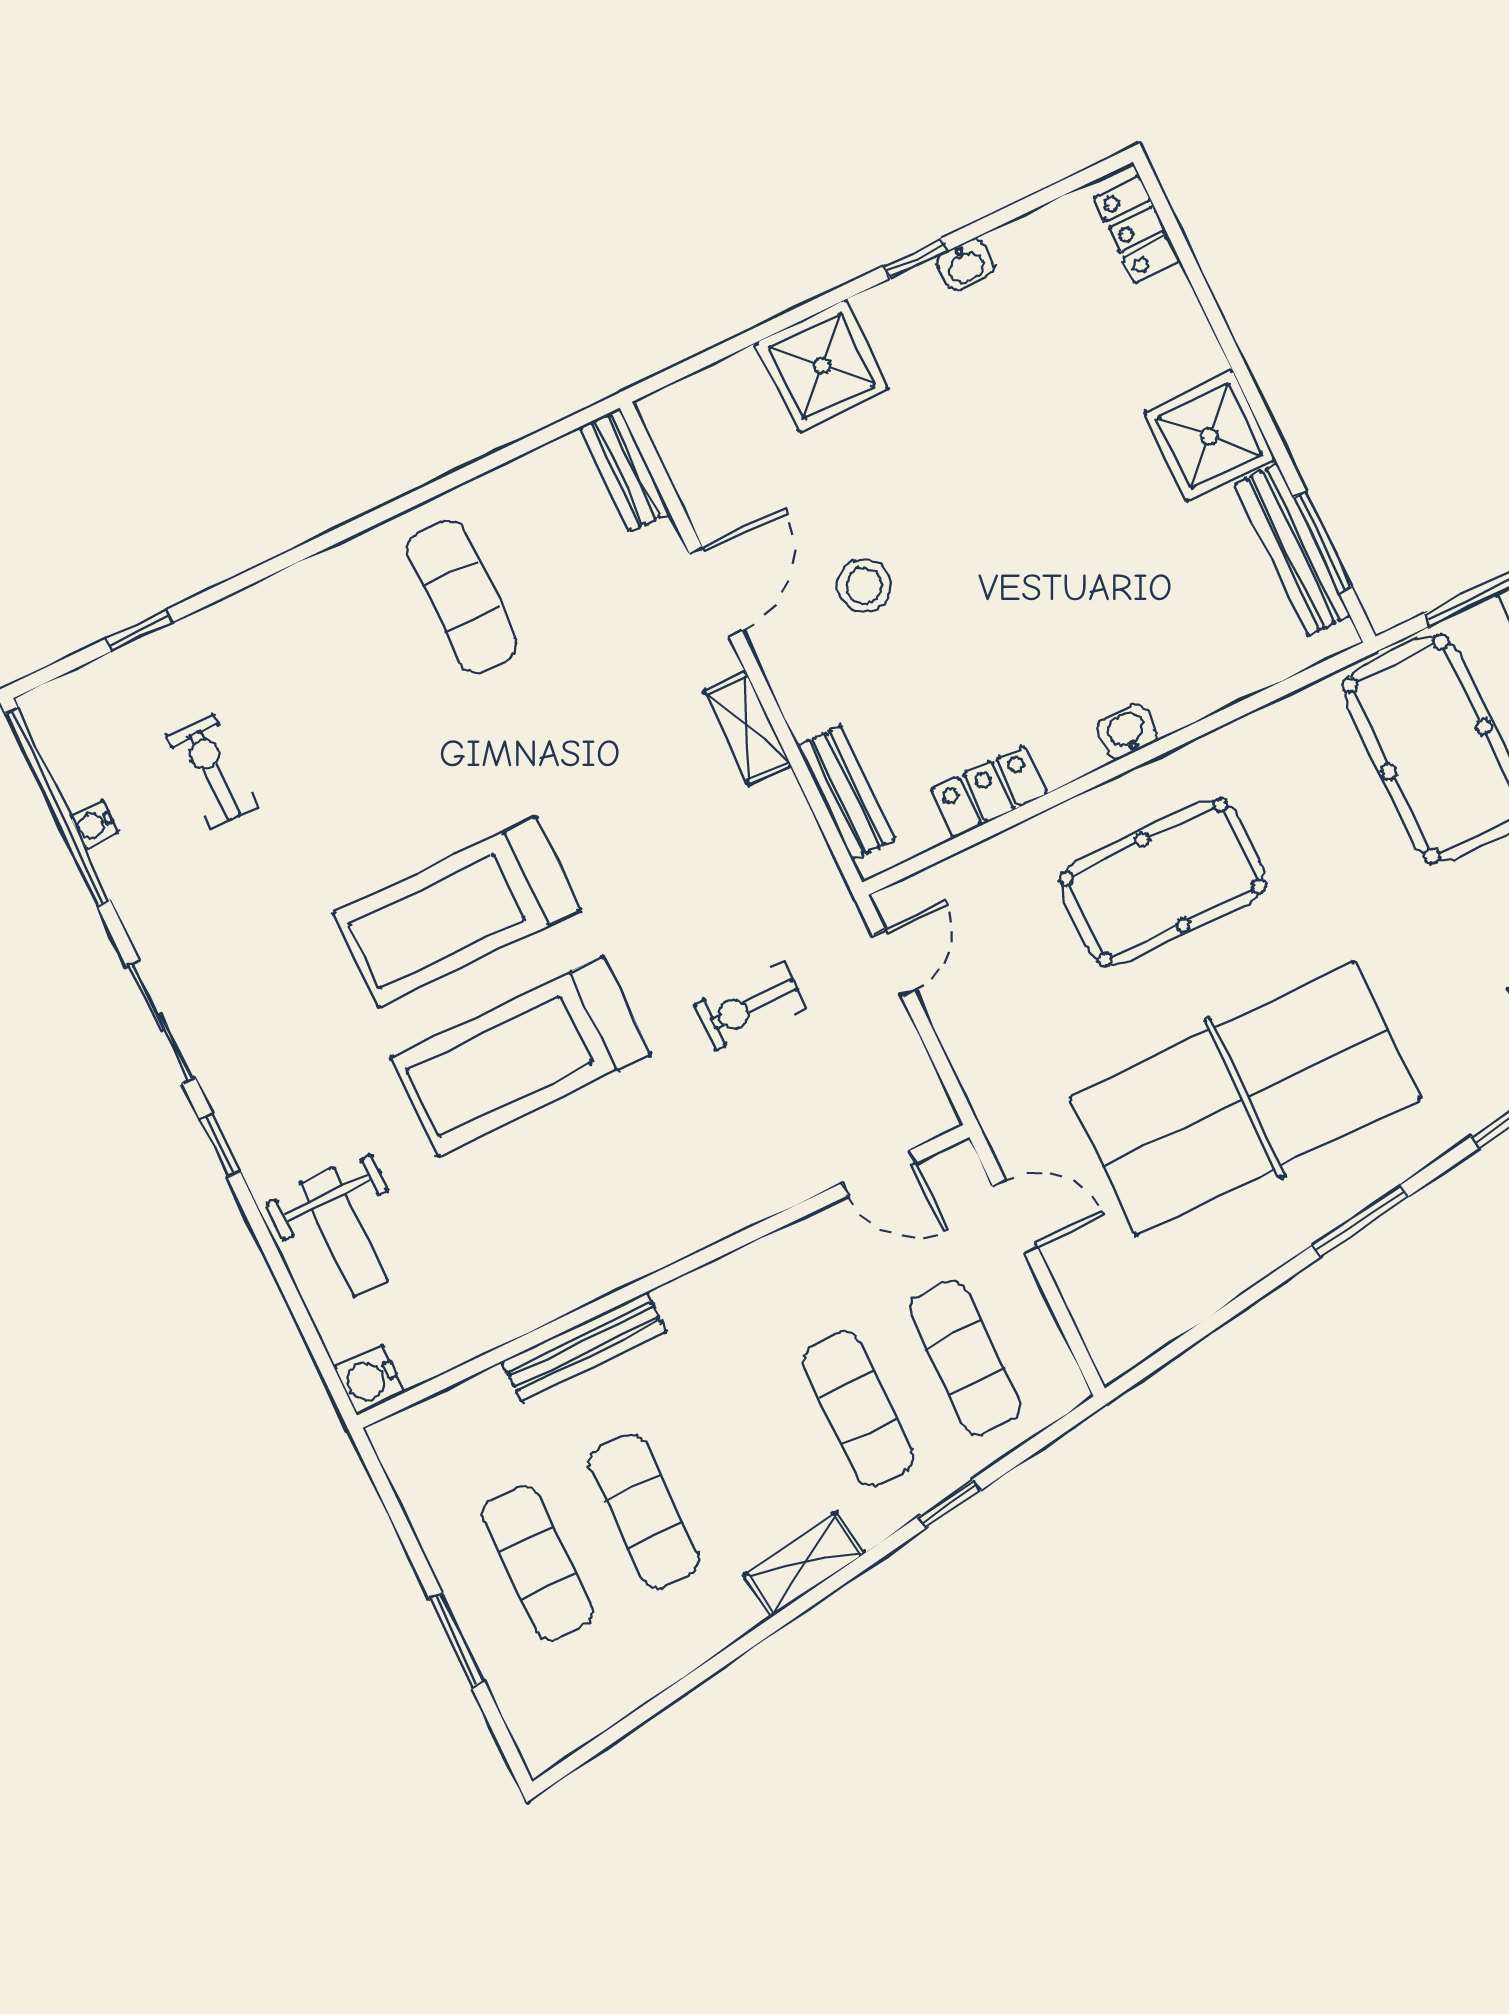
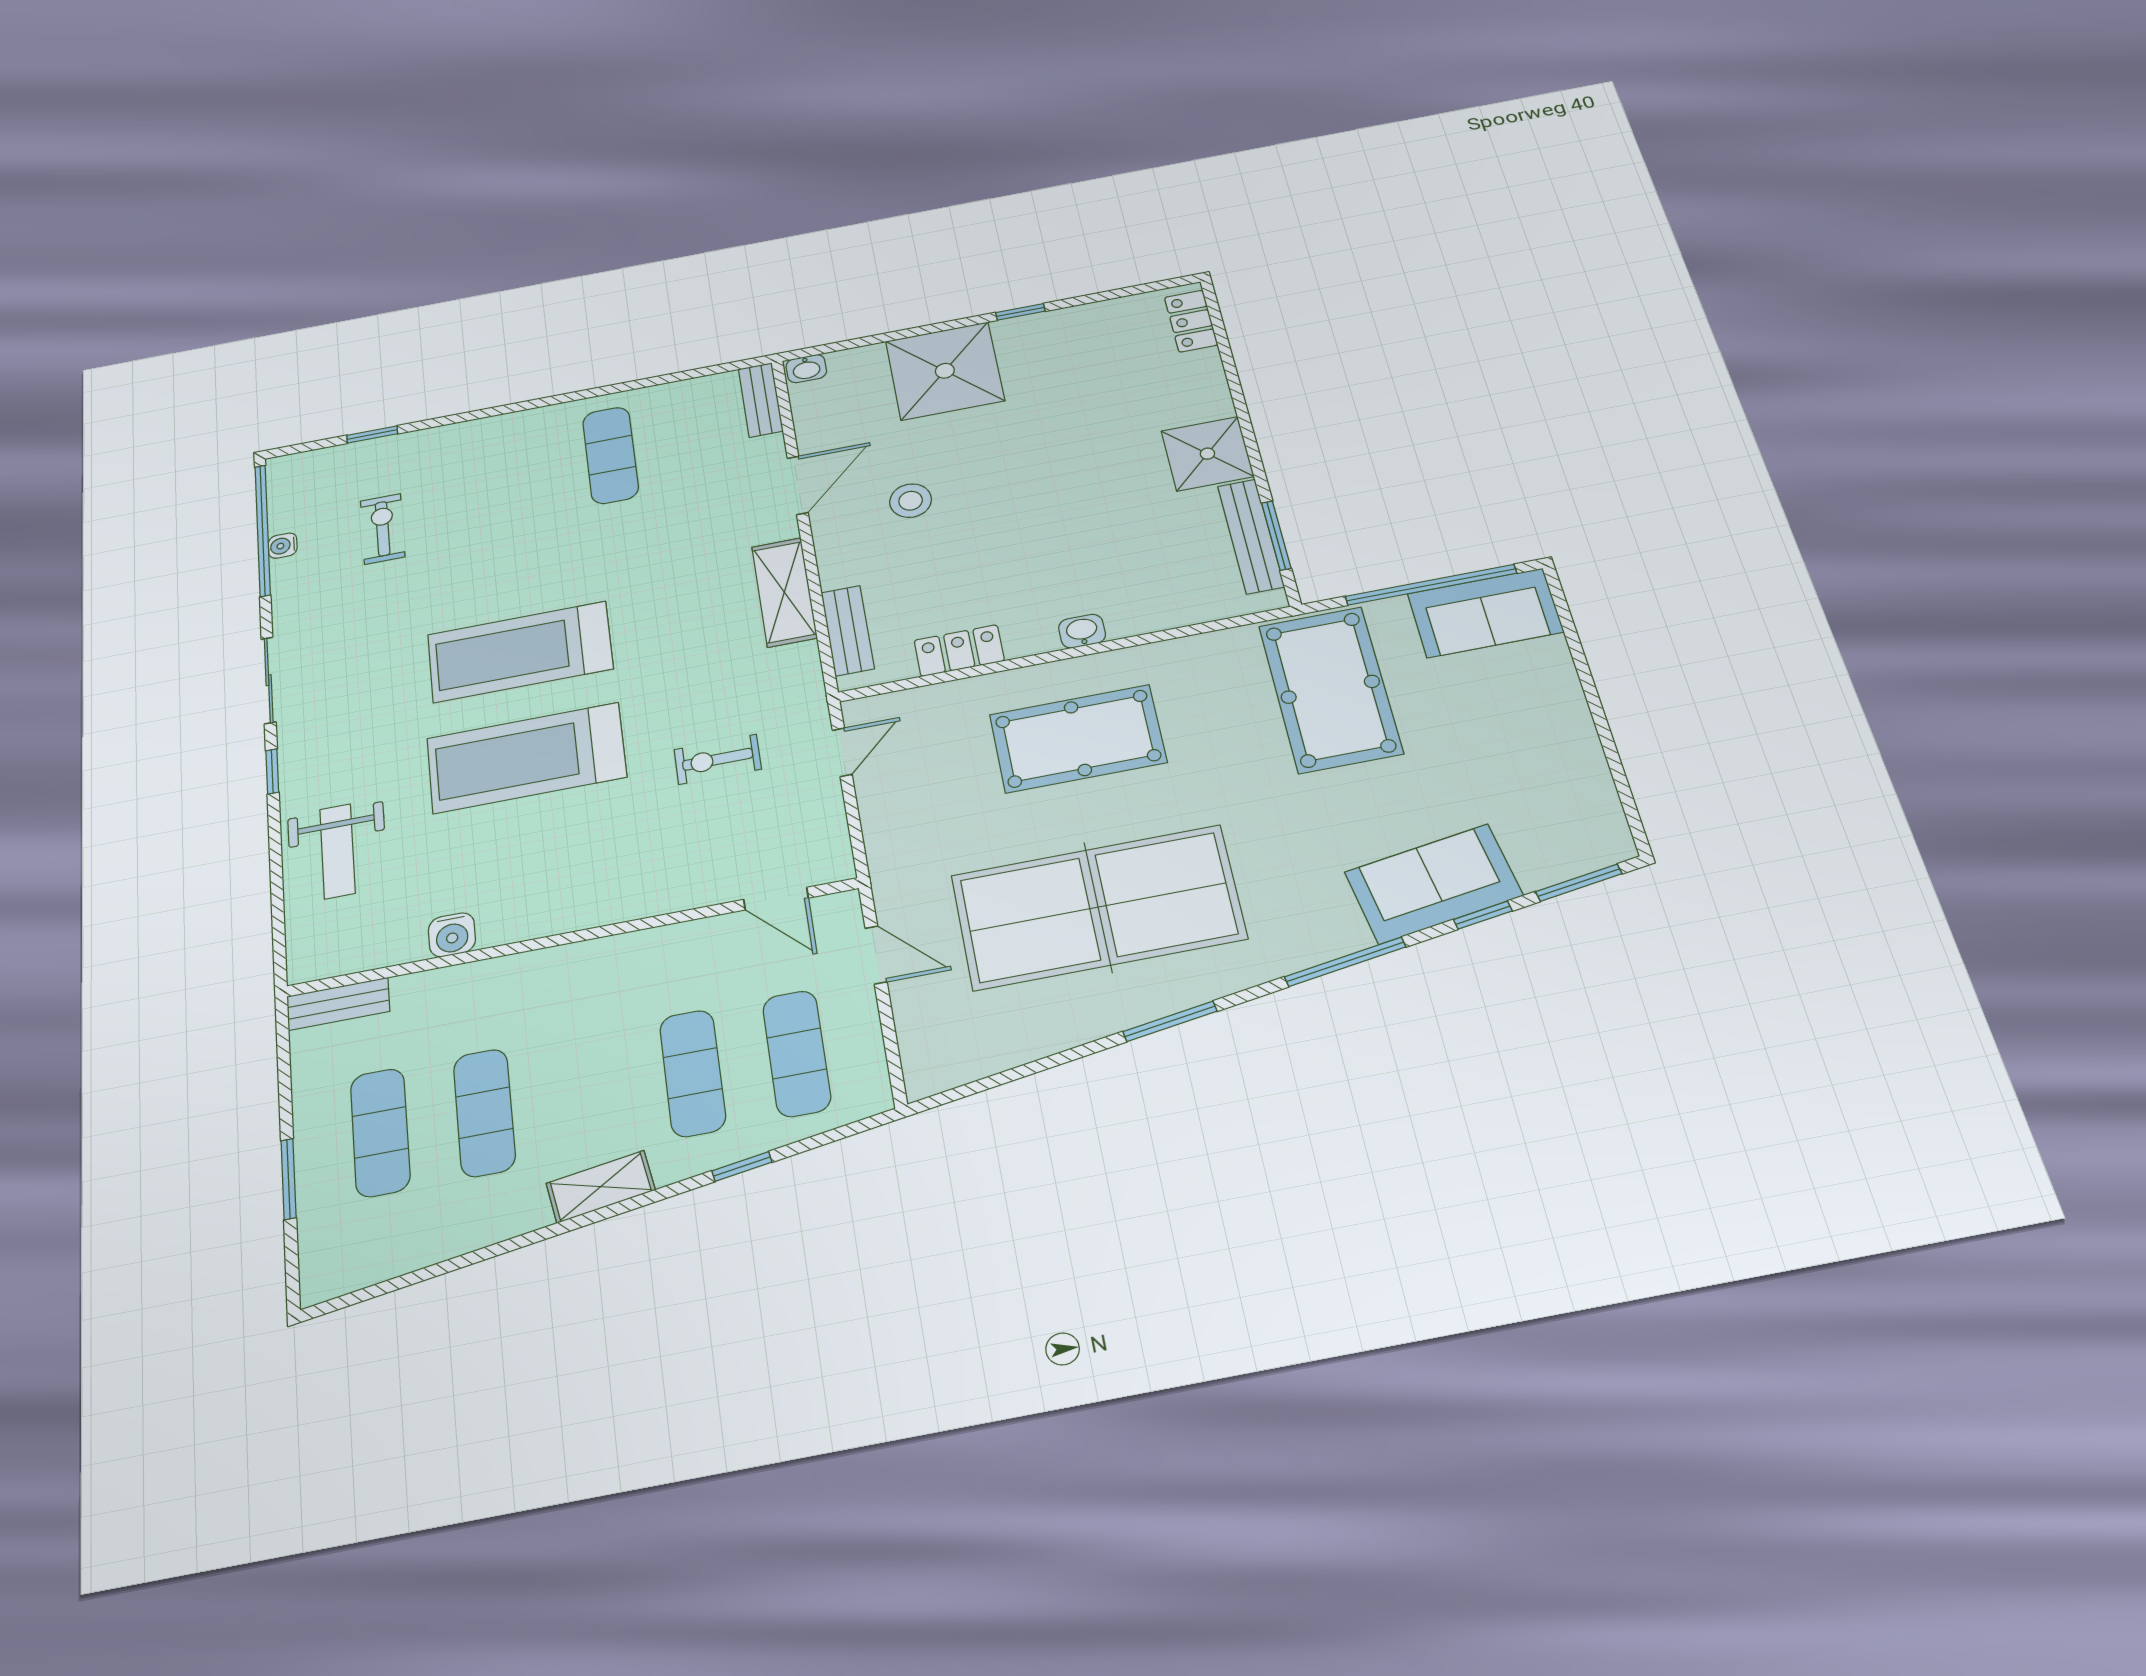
washbasin: (965, 265) -> (806, 369), moved
shower: (822, 366) -> (945, 371), width x1.37, depth x1.37
shelving: (747, 728) -> (784, 592), width x1.50, depth x1.33
bench: (584, 1347) -> (338, 1004), moved, width x0.73
water cooler: (369, 1380) -> (452, 935), moved, turned -90

